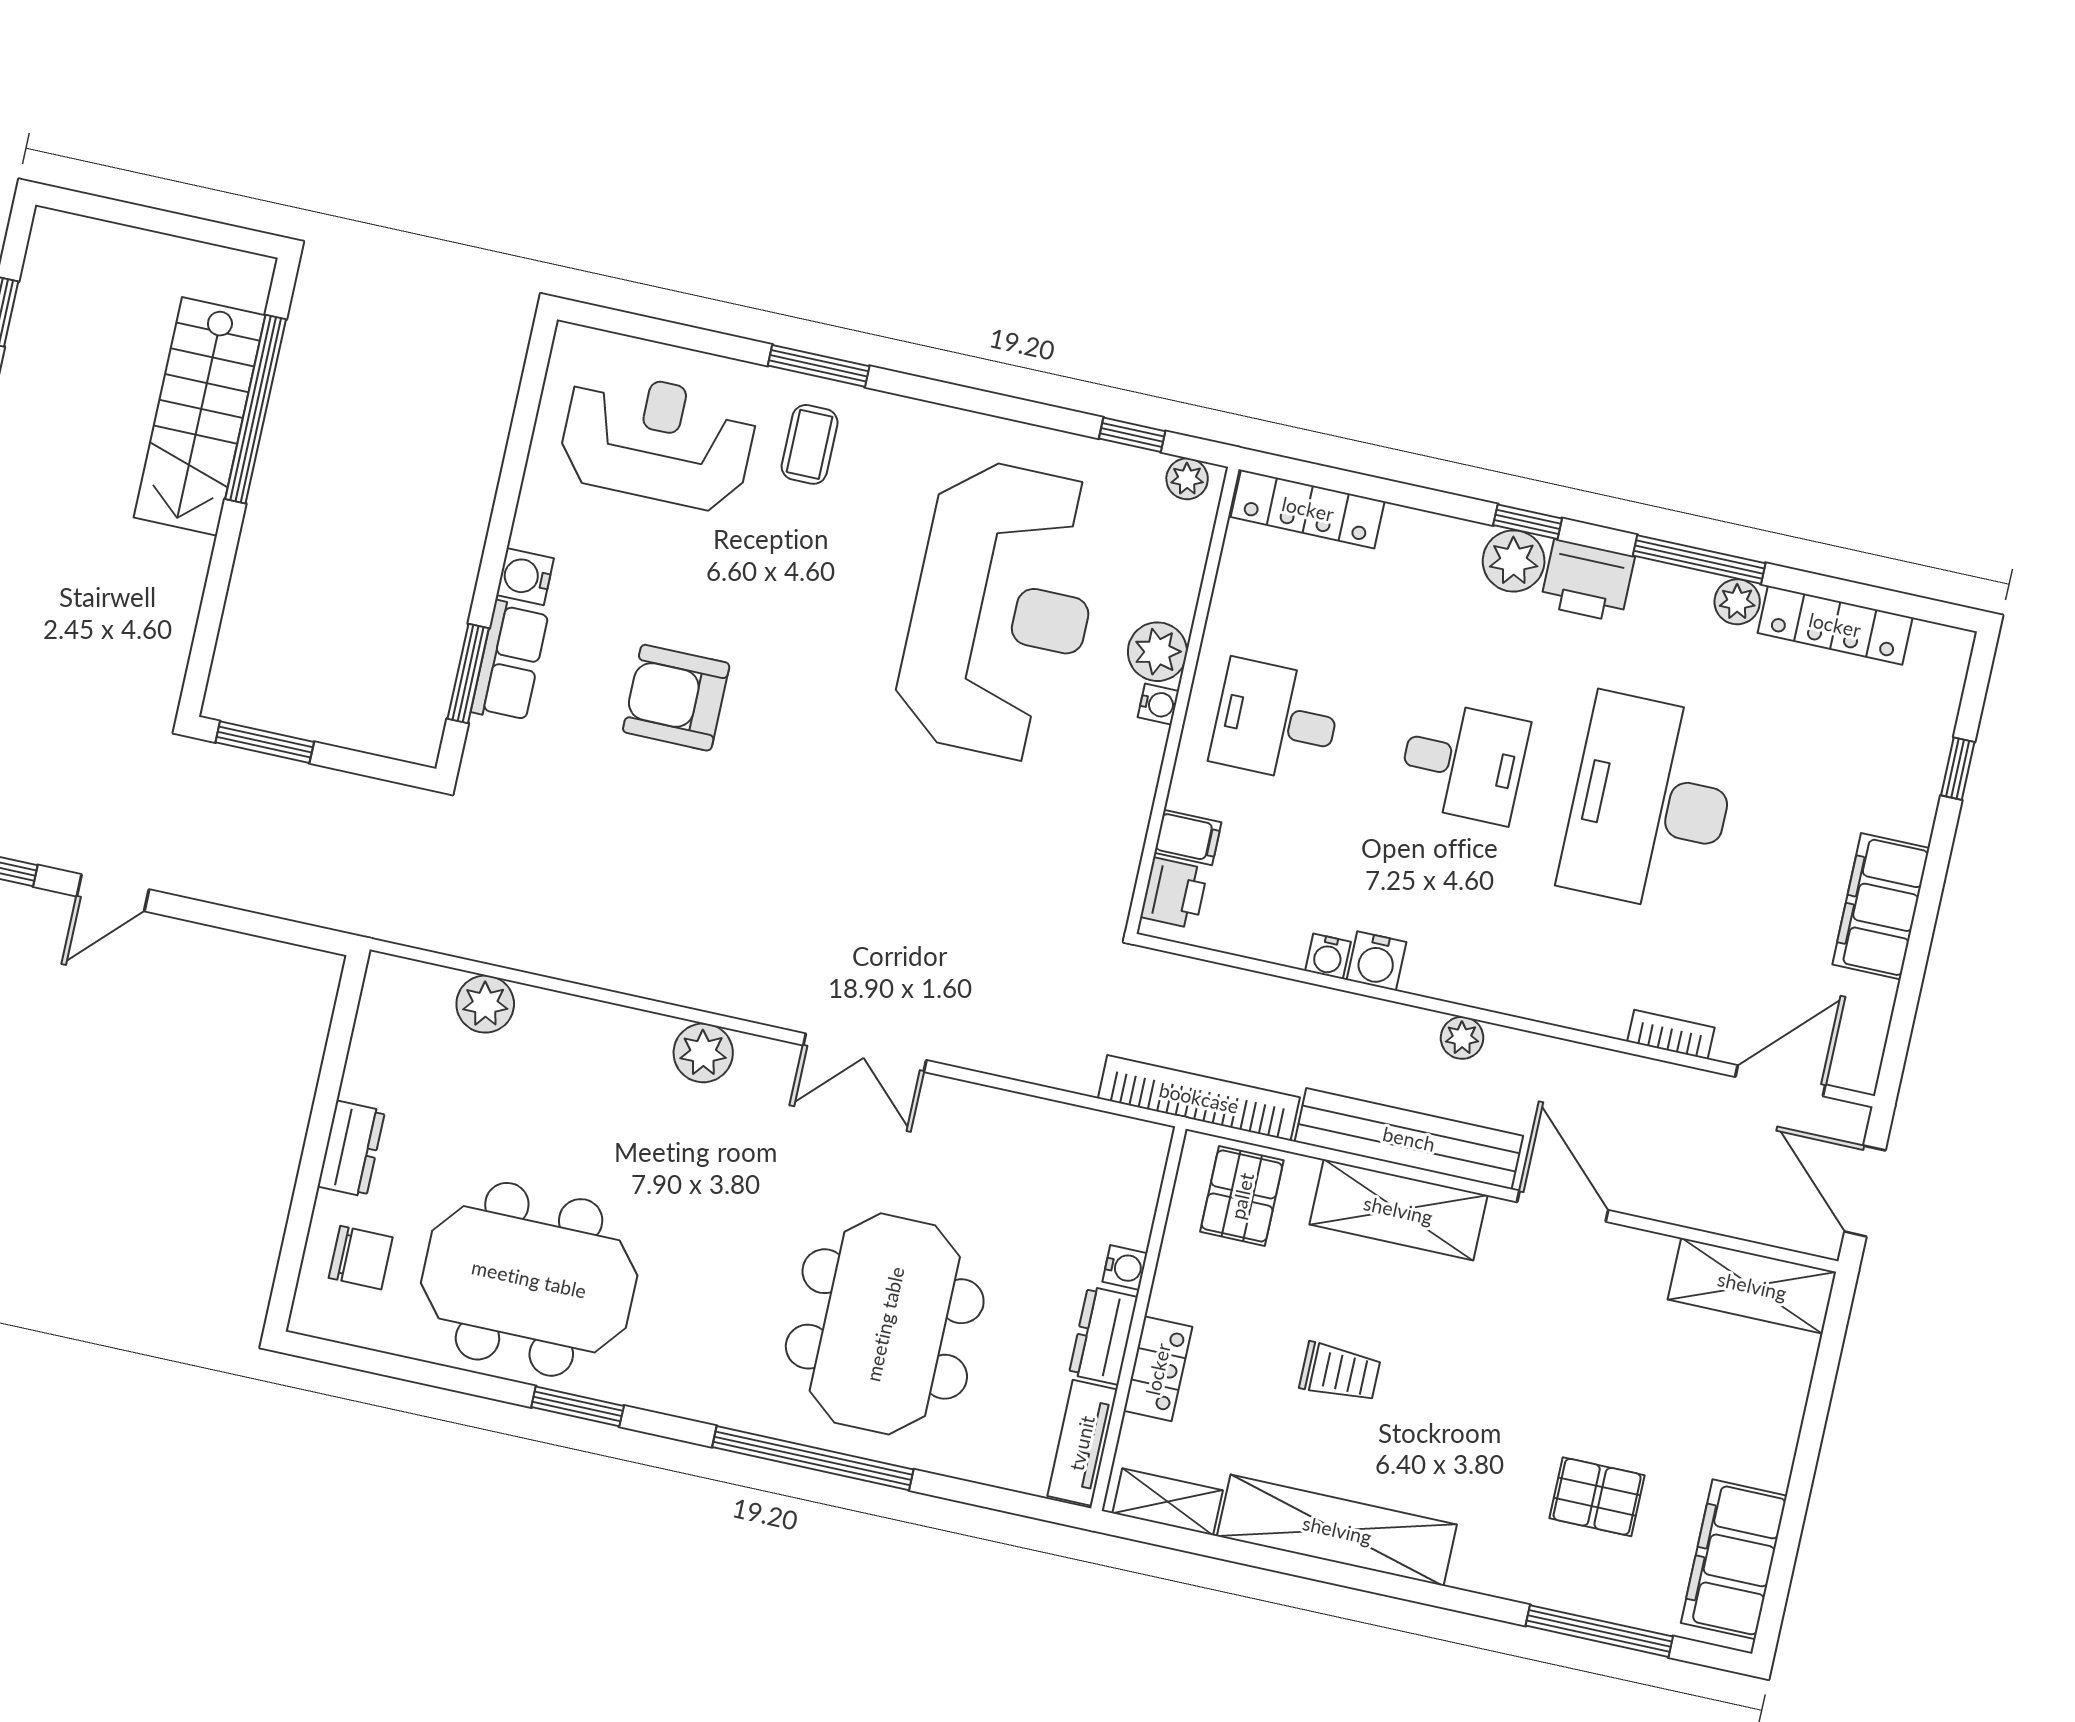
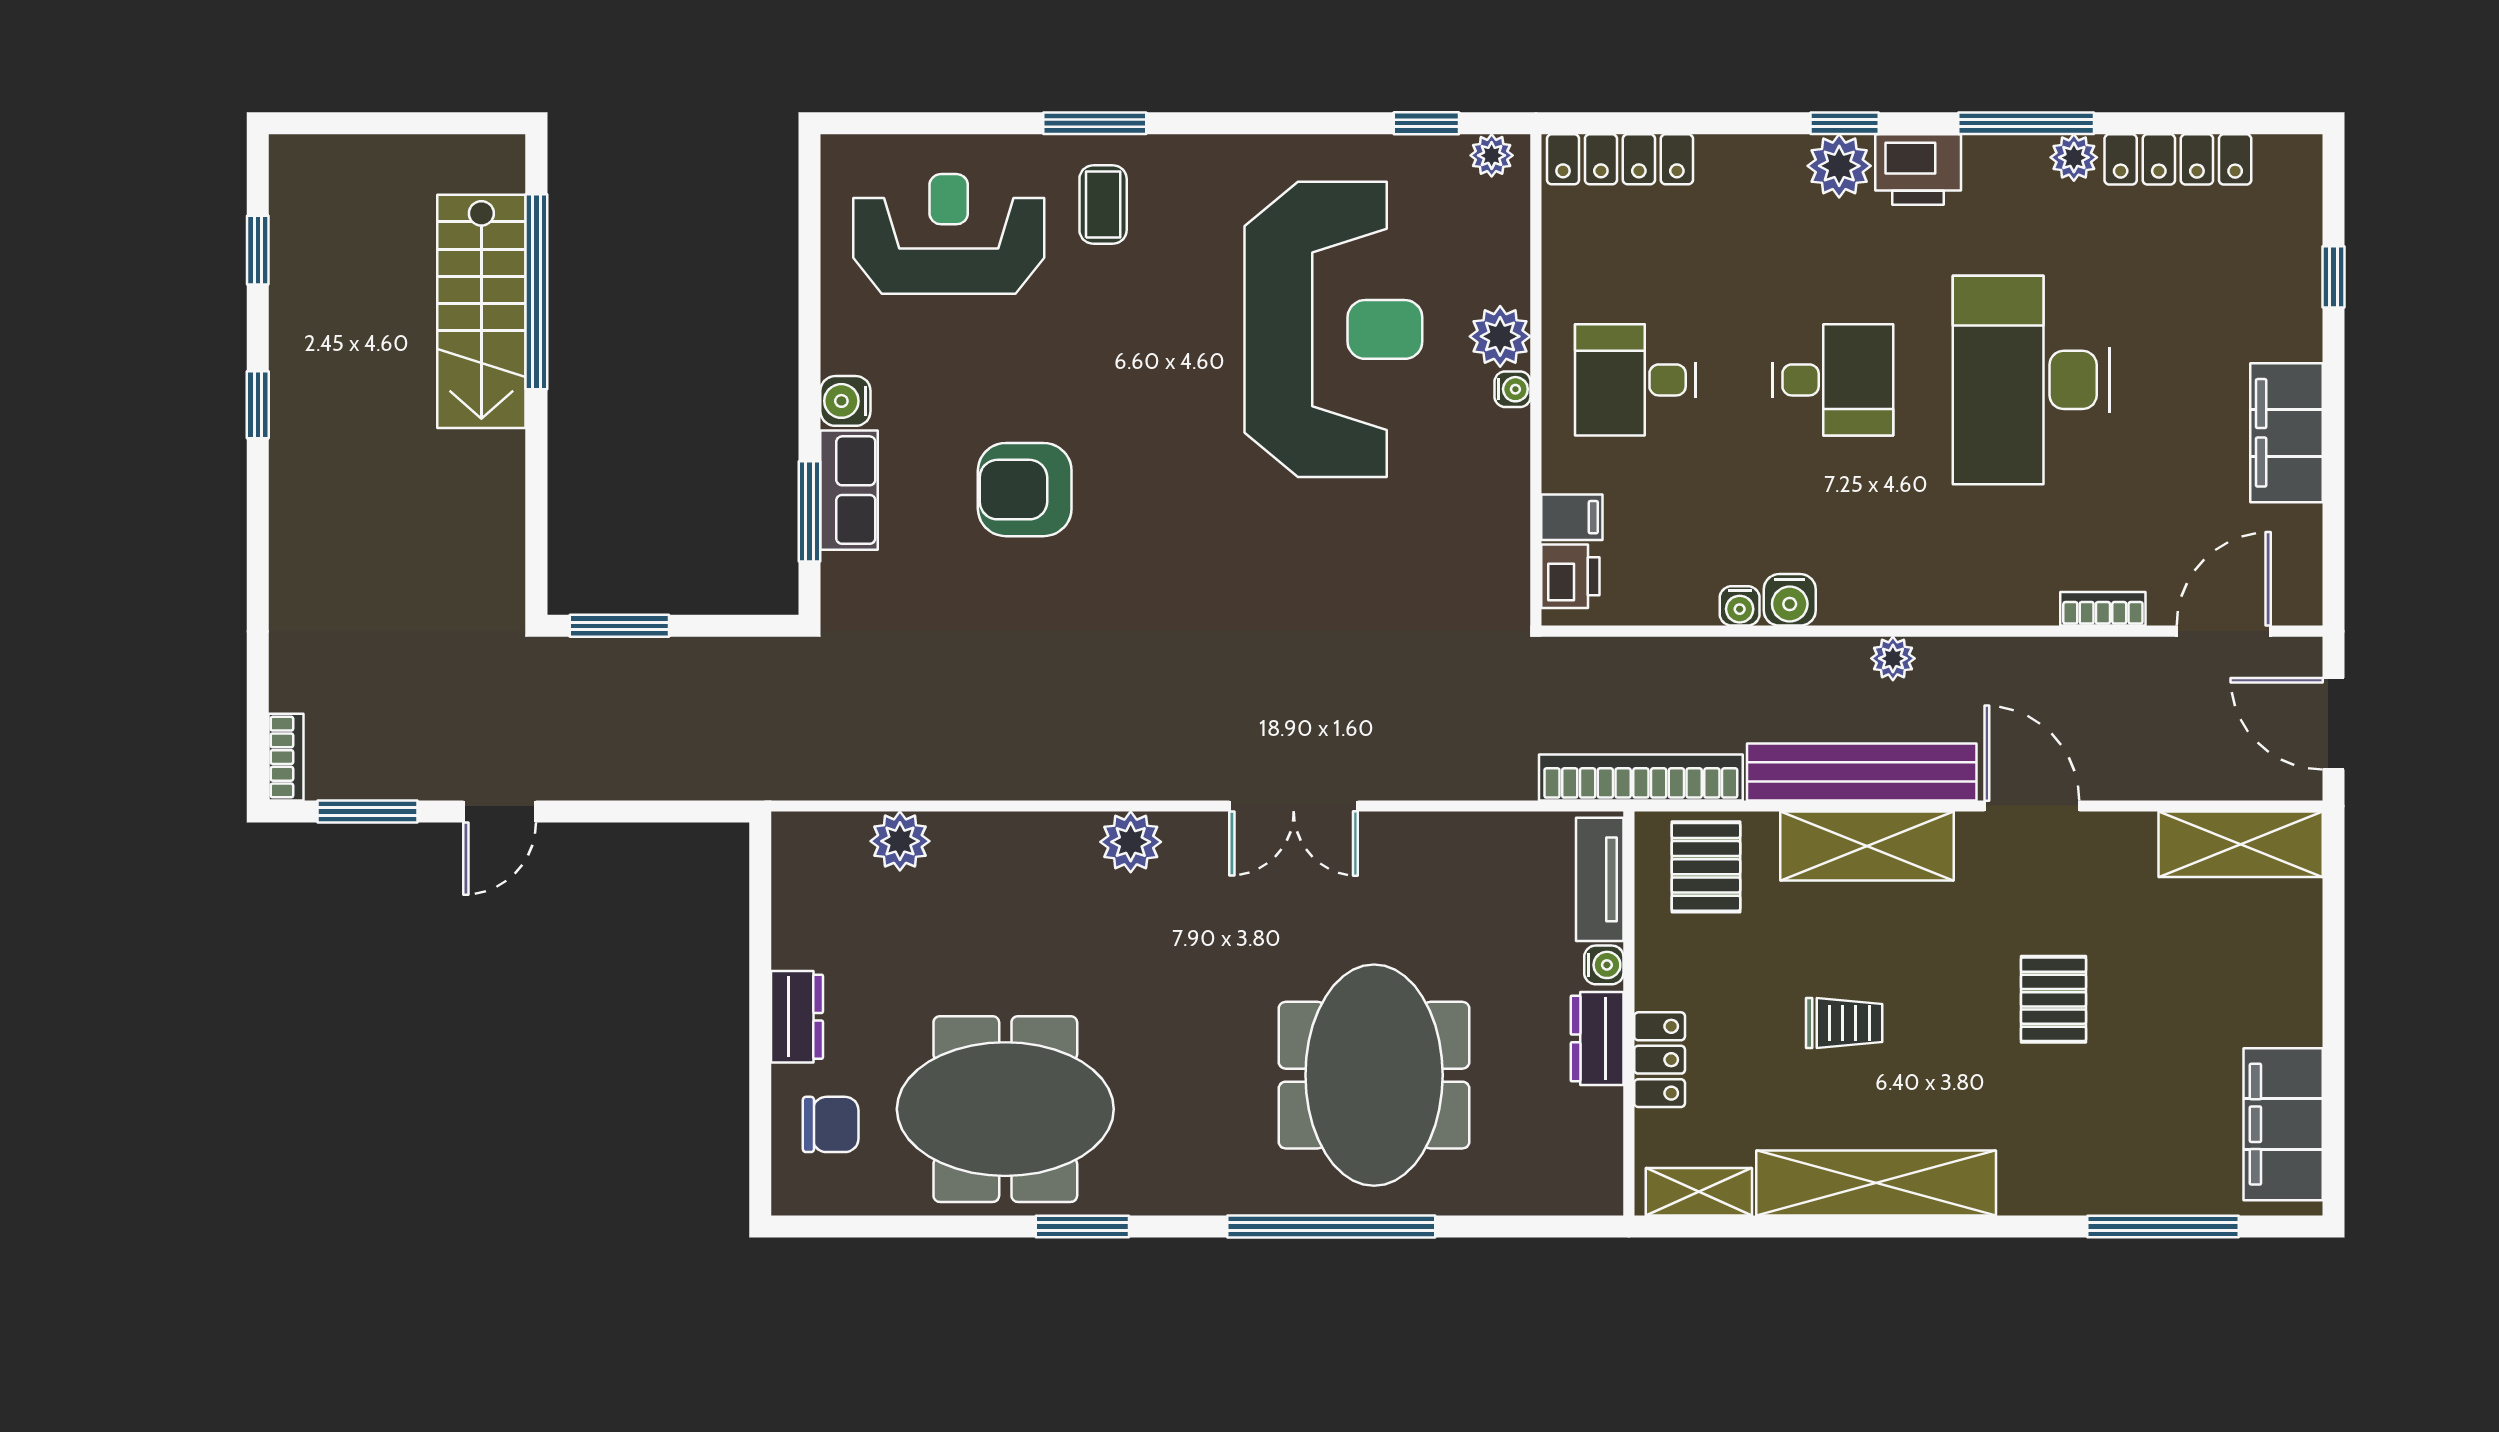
tv unit: (1082, 1443) -> (1600, 879), moved
pallet: (1597, 1497) -> (2054, 999), moved, turned 90

